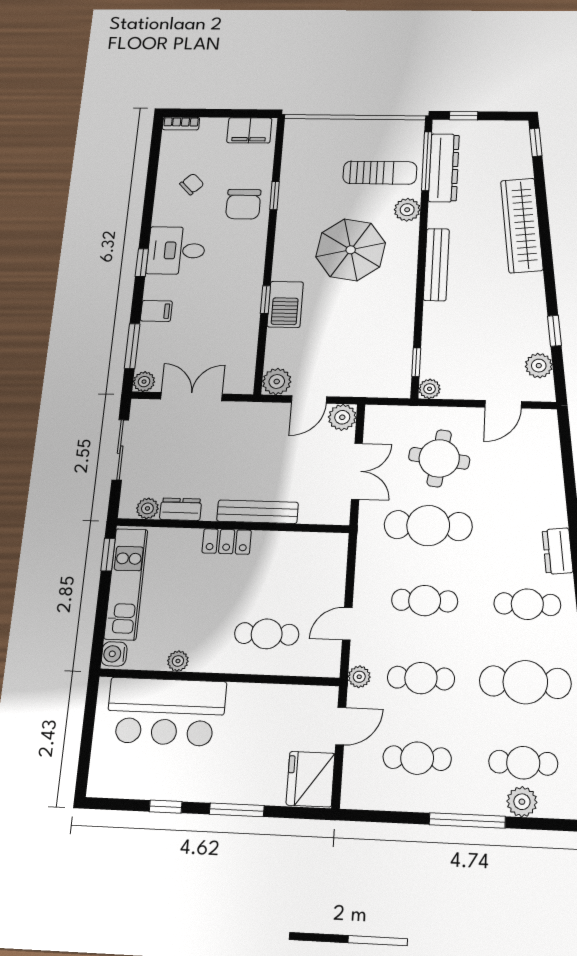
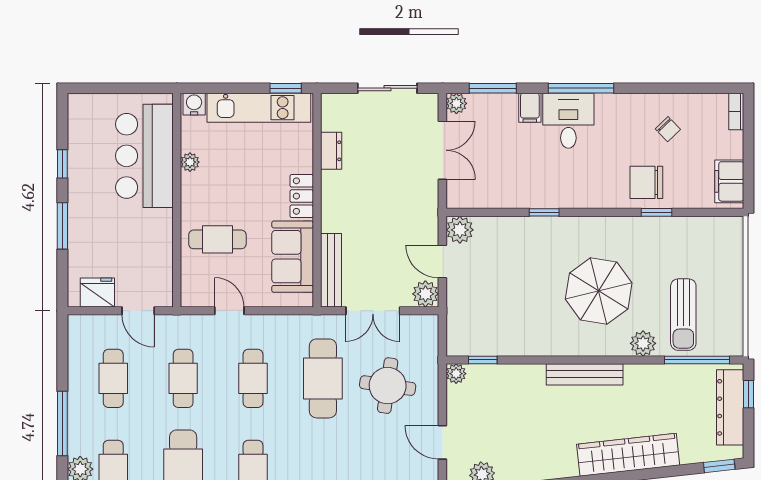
dresser: (444, 168) -> (730, 407), moved, turned 90
desk: (176, 251) -> (568, 121), moved
window: (142, 263) -> (581, 88), width x2.17
barbecue: (285, 304) -> (540, 232), removed
plant: (147, 508) -> (331, 120), removed
bench: (257, 512) -> (331, 270), moved
sofa: (292, 553) -> (293, 257), added
cafe table: (267, 634) -> (217, 239), turned 90
plant: (359, 677) -> (182, 324), removed
fridge: (310, 779) -> (97, 292), width x0.73, depth x0.75

